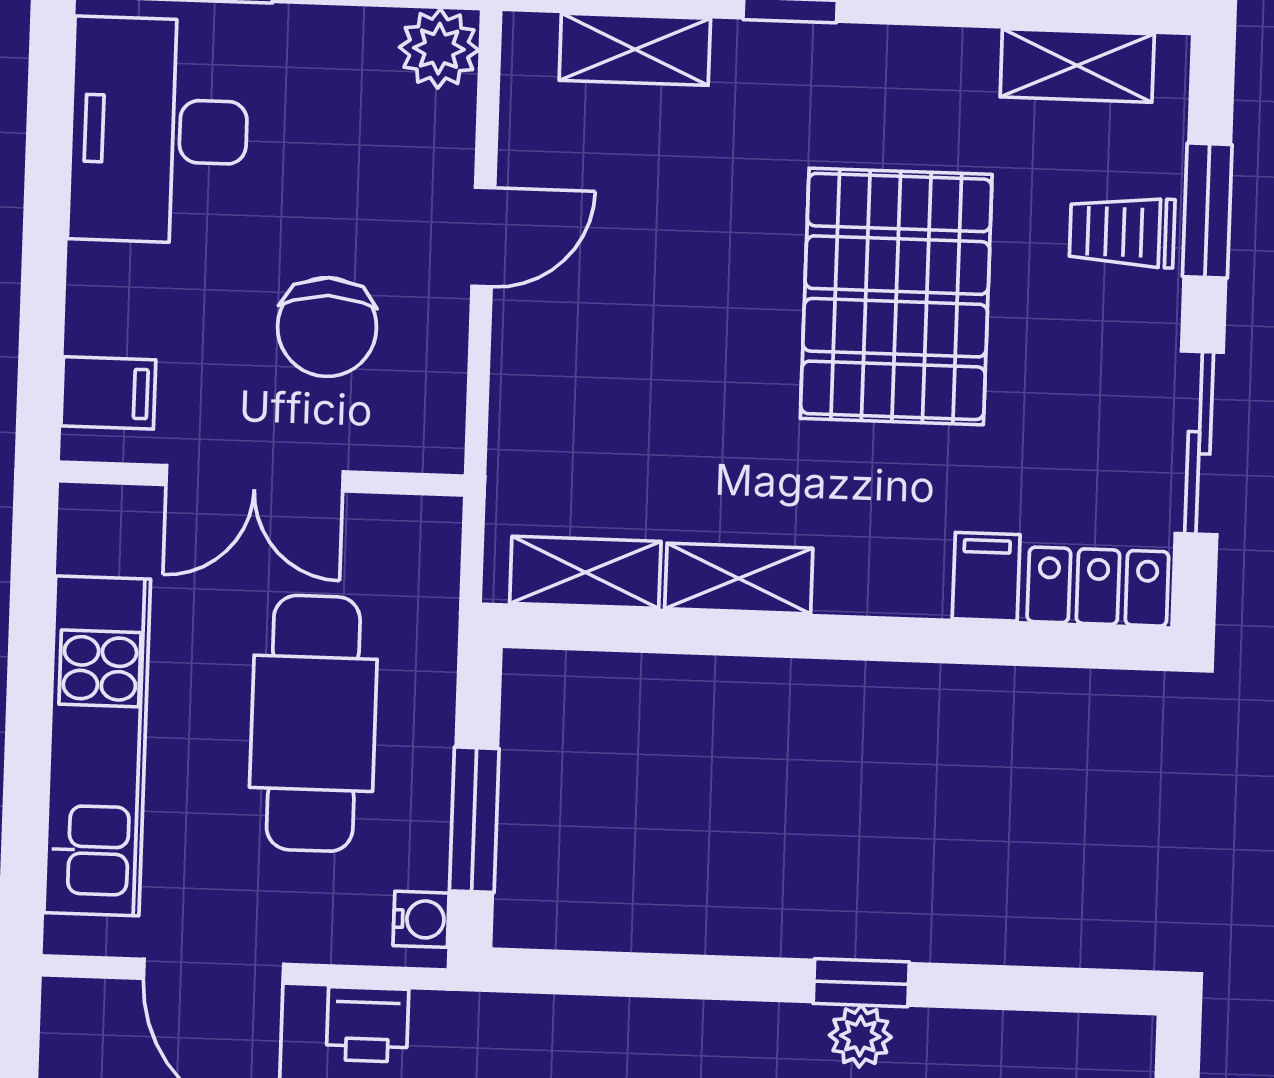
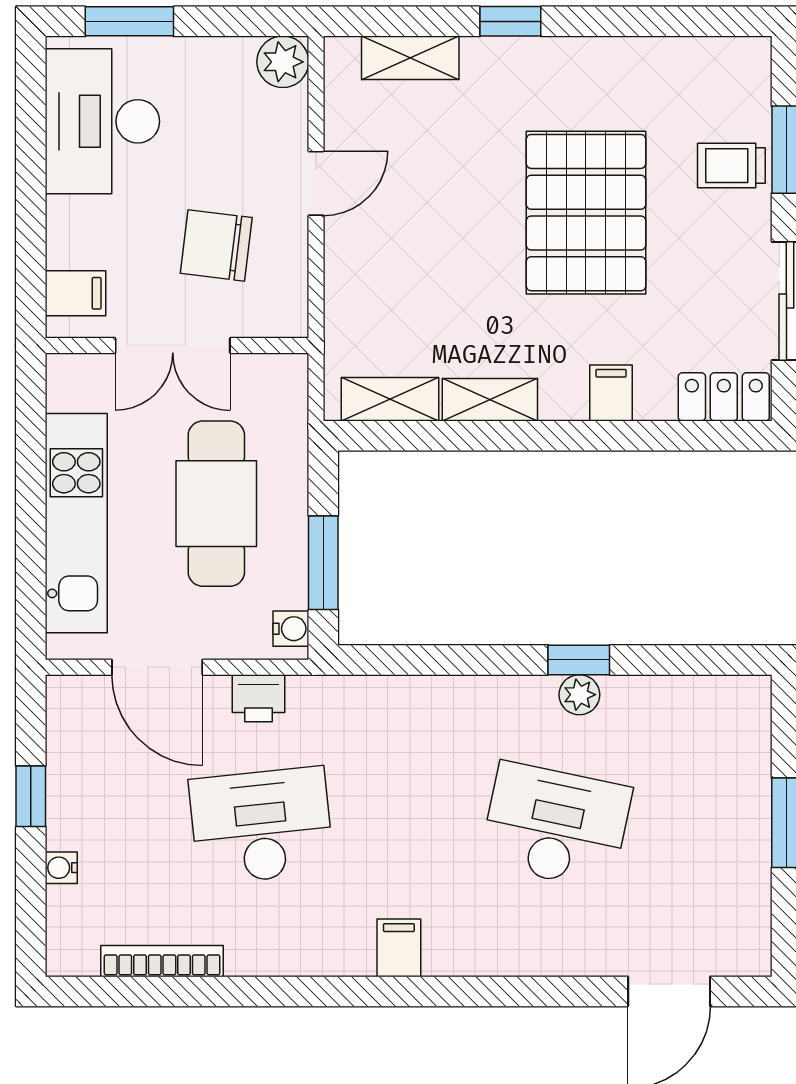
shelving: (1077, 65) -> (698, 58), removed
chair: (327, 327) -> (216, 245), turned 97
filing cabinet: (986, 577) -> (611, 393), moved

